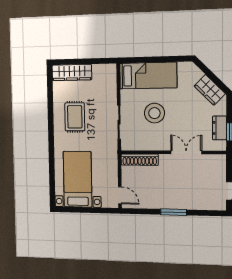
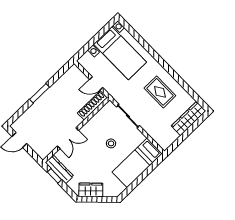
stool: (154, 113) -> (111, 143), width x0.53, depth x0.53
dresser: (219, 128) -> (59, 169), width x1.44
door: (120, 195) -> (96, 83), moved

